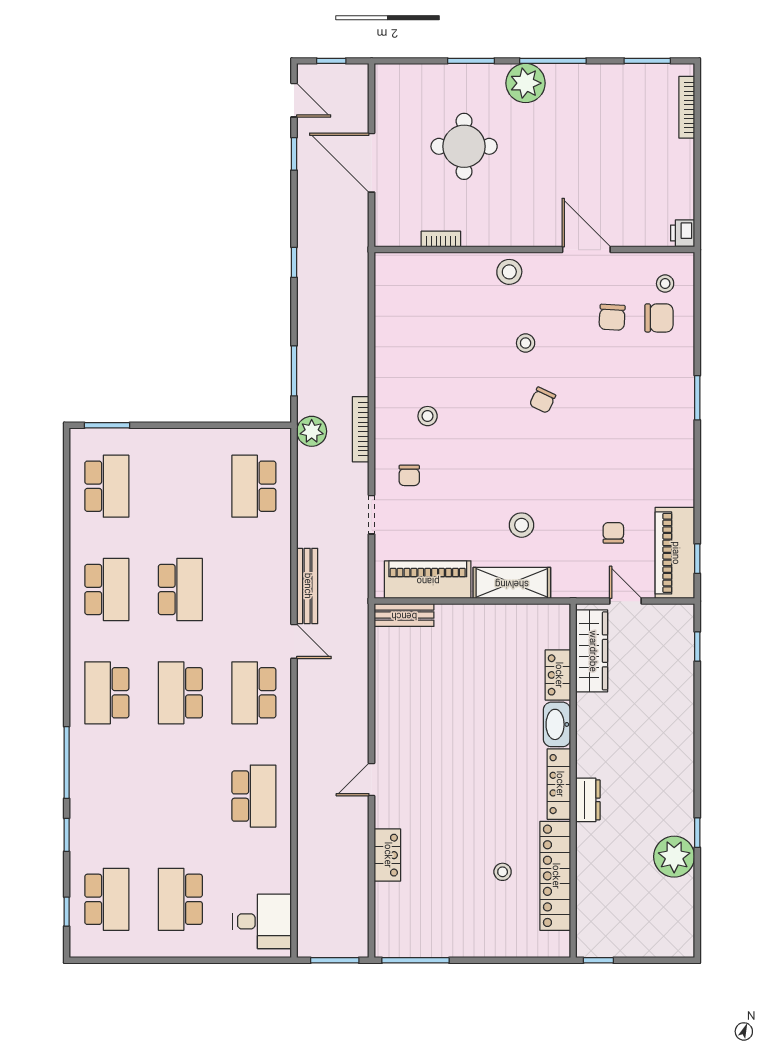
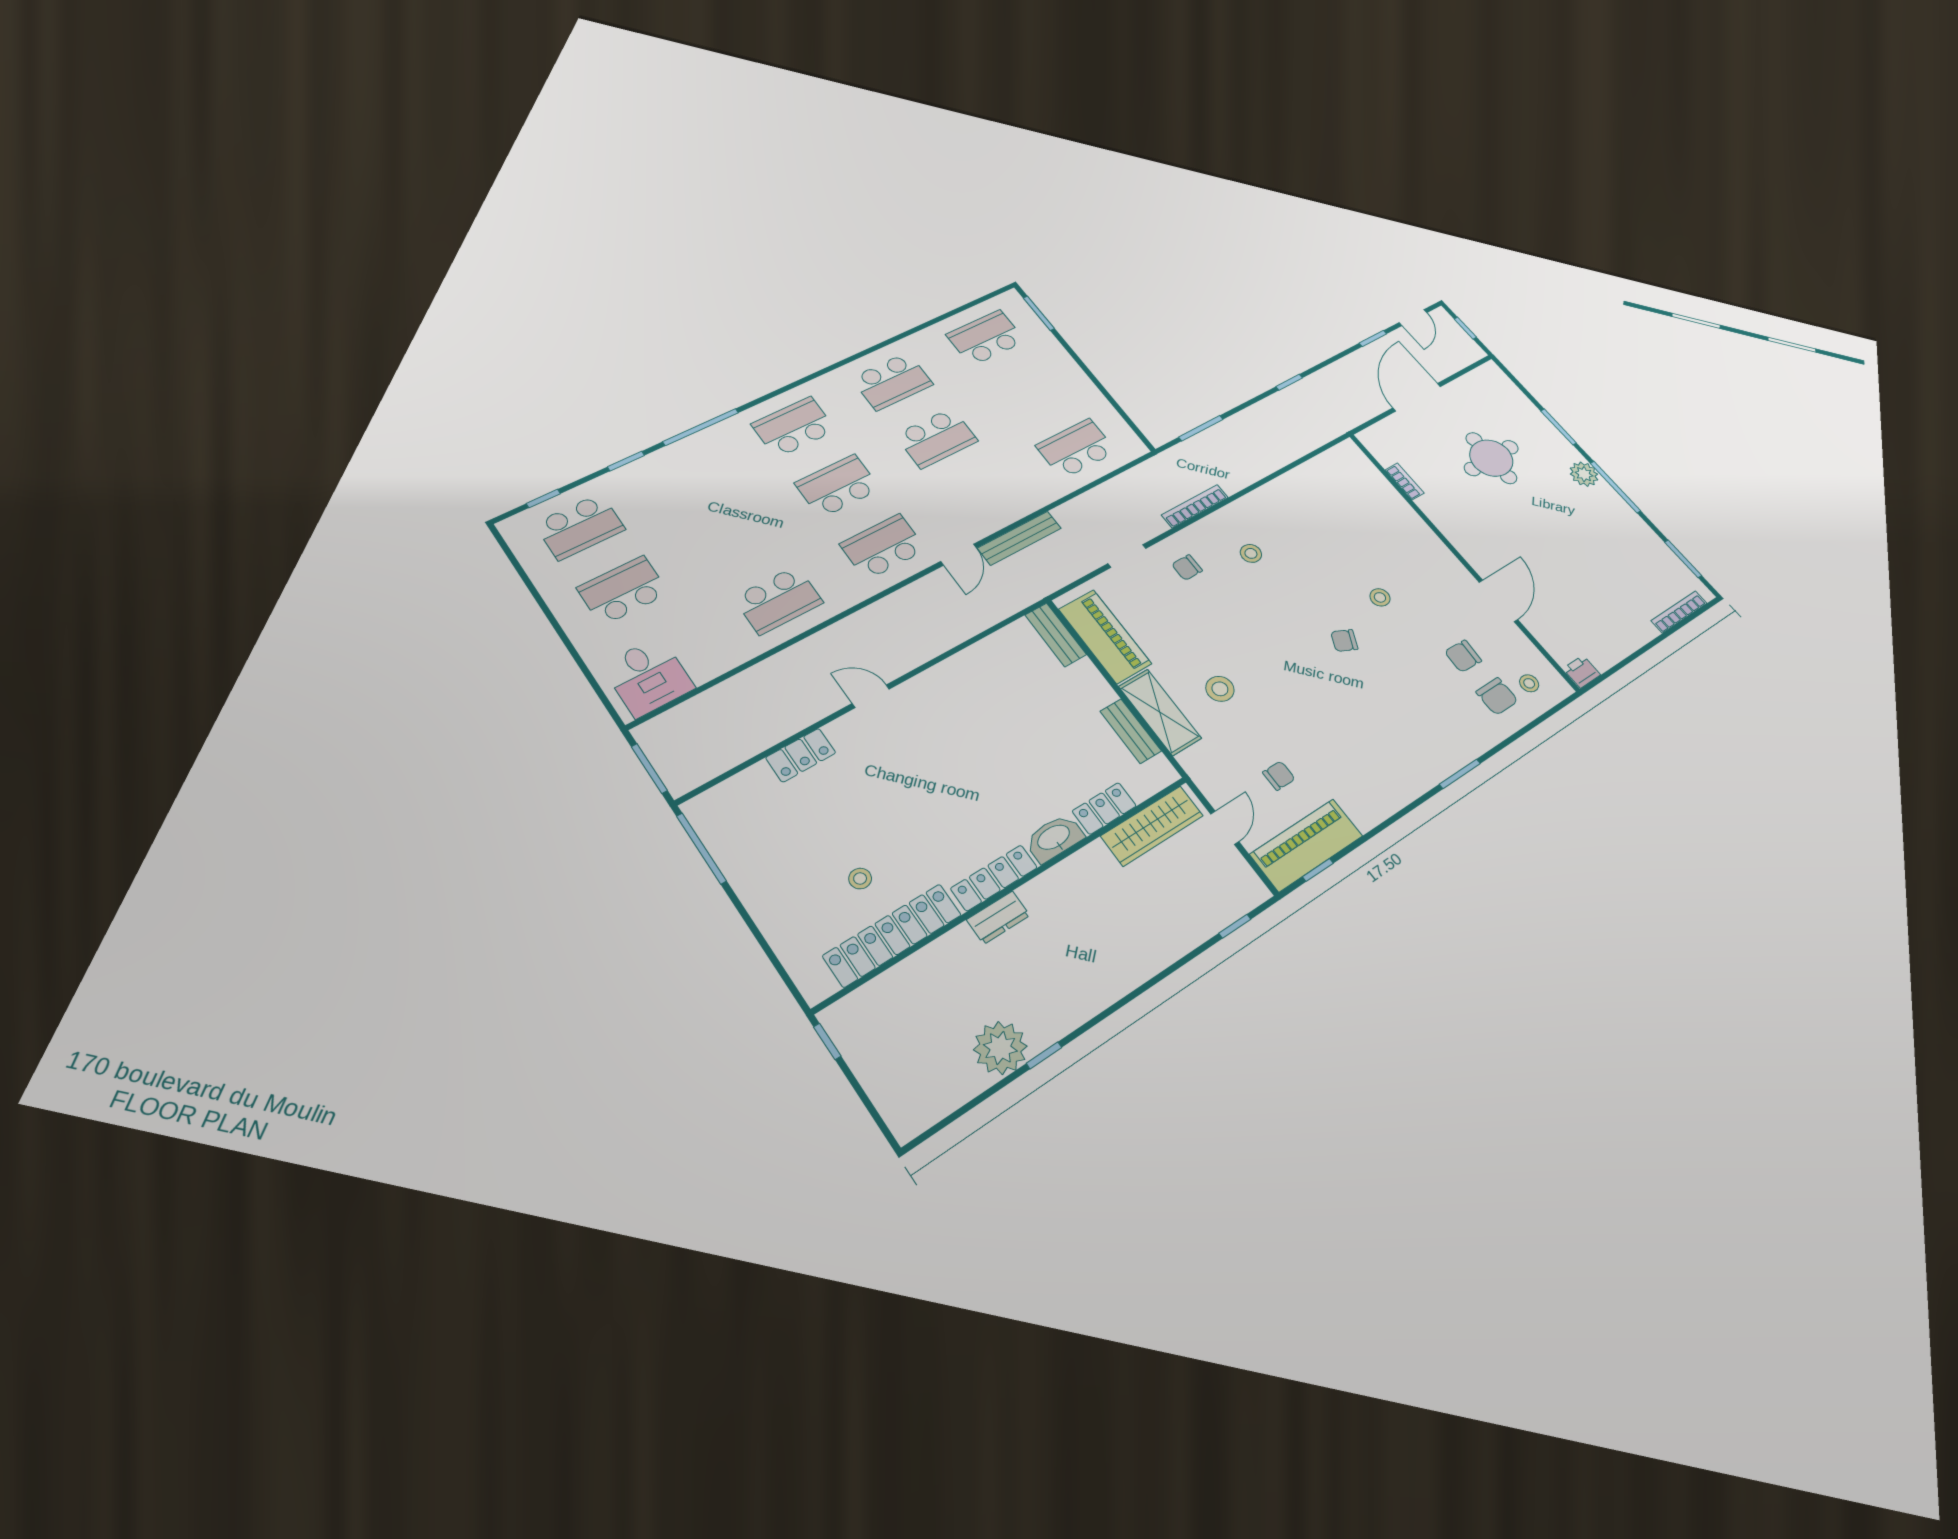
plant: (526, 83) -> (1584, 474), width x0.73, depth x0.73
stool: (509, 272) -> (1426, 550), removed
plant: (312, 431) -> (1161, 469), removed
school desk: (107, 486) -> (986, 338), turned 180
bench: (513, 615) -> (1131, 731), added

